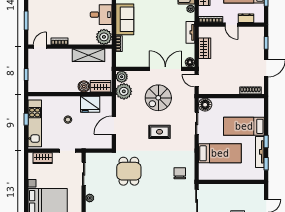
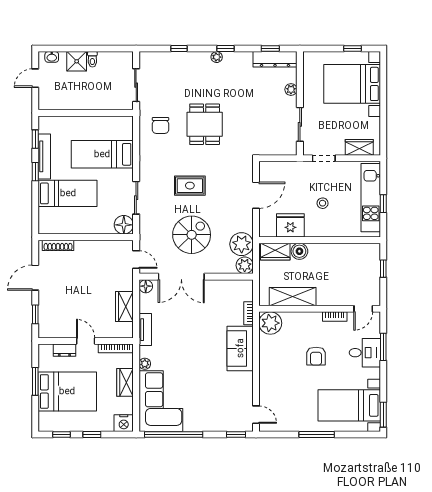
armchair: (72, 14) -> (316, 356), added
desk: (101, 15) -> (365, 353), moved, turned 180
dining table: (129, 171) -> (205, 124), moved

